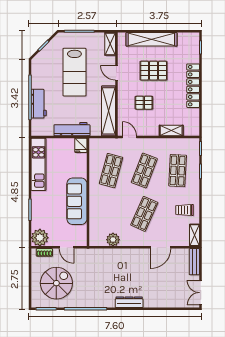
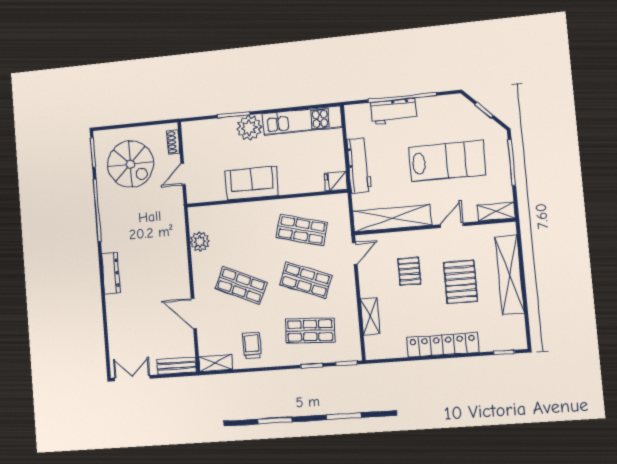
lab bench: (74, 72) -> (447, 161), turned 180
sofa: (77, 201) -> (252, 183), width x0.73
plant: (40, 238) -> (249, 128), moved

